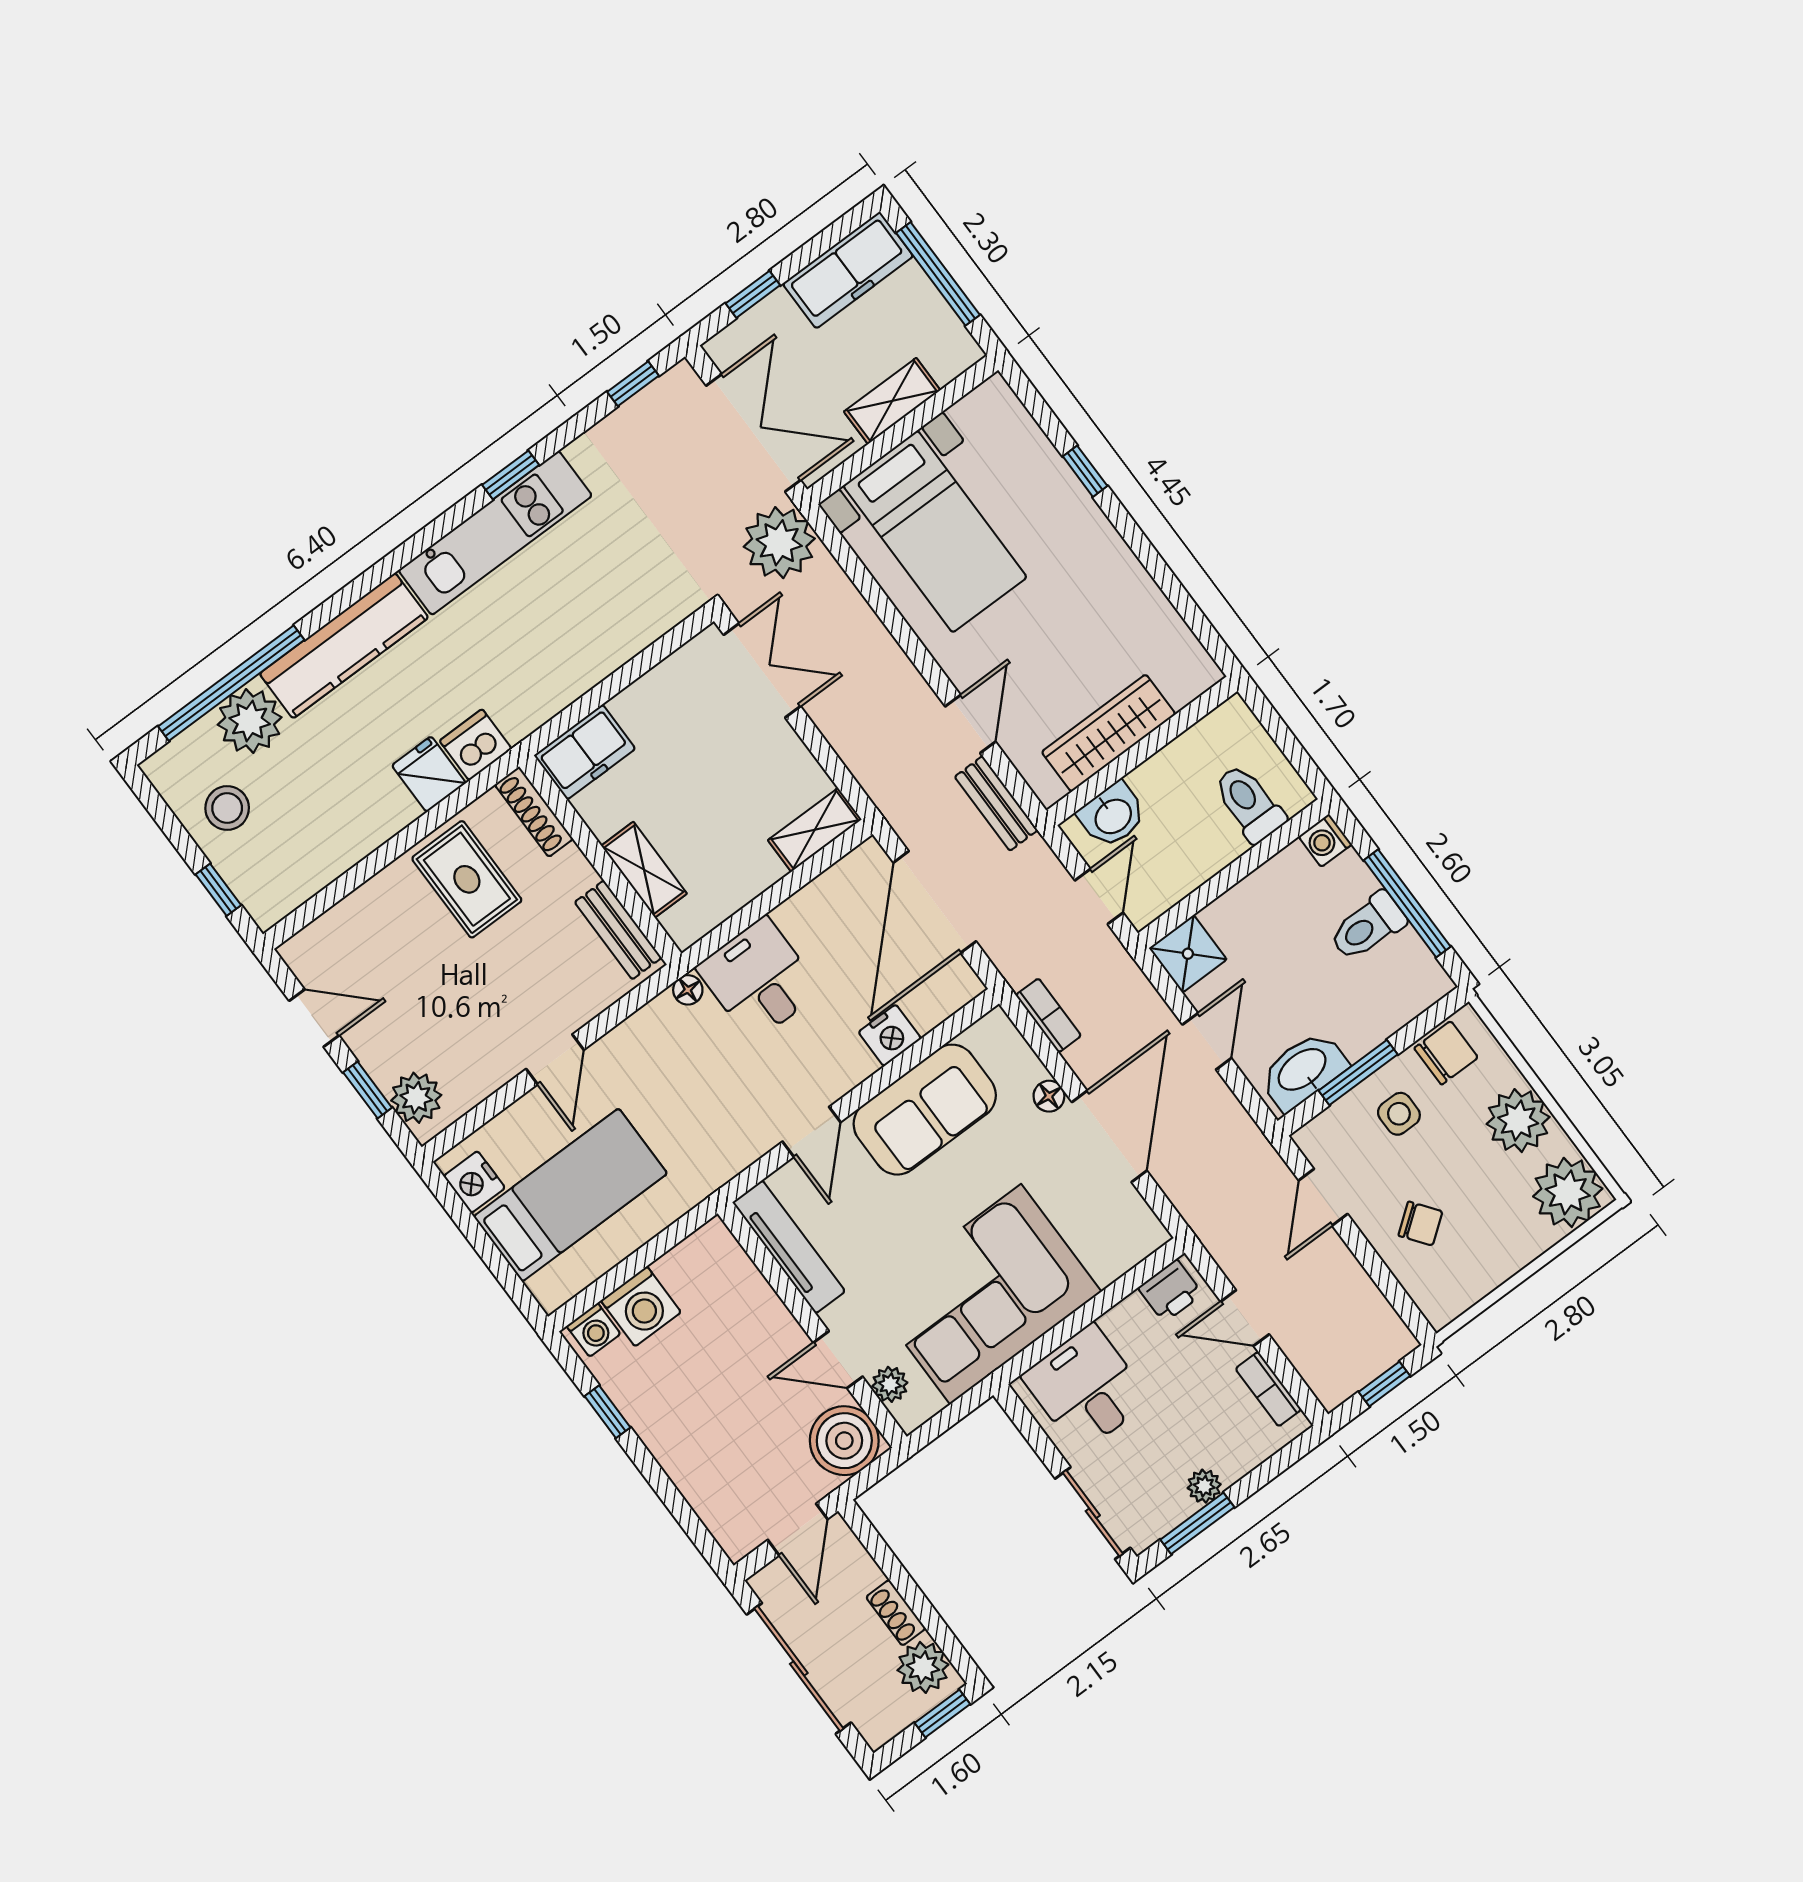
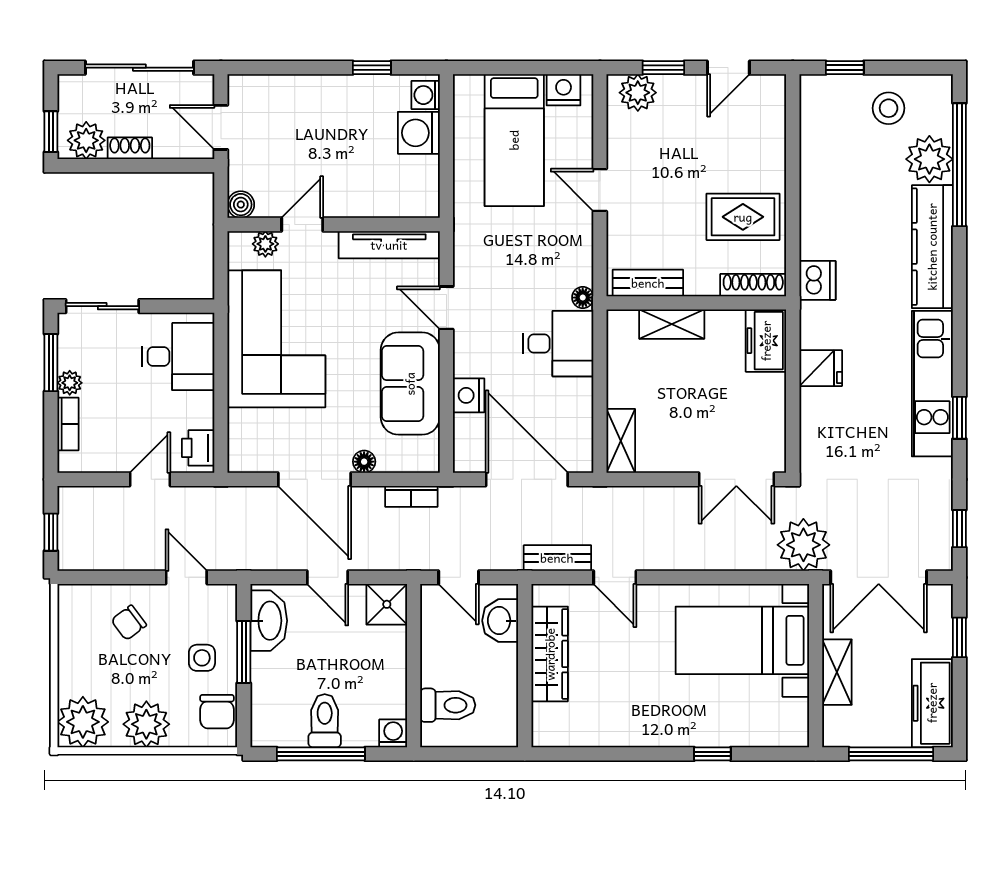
fridge: (429, 774) -> (821, 368), moved
bookcase: (1268, 1389) -> (68, 424), moved, turned 90
boiler: (844, 1441) -> (241, 205), width x0.54, depth x0.54

